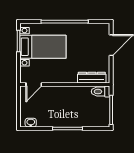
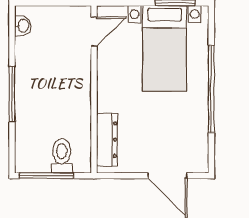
door: (34, 85) -> (94, 31), swing flipped
toilet: (100, 92) -> (62, 156), moved

